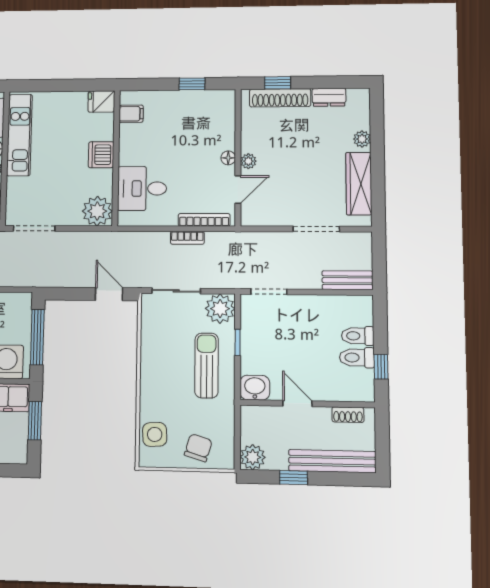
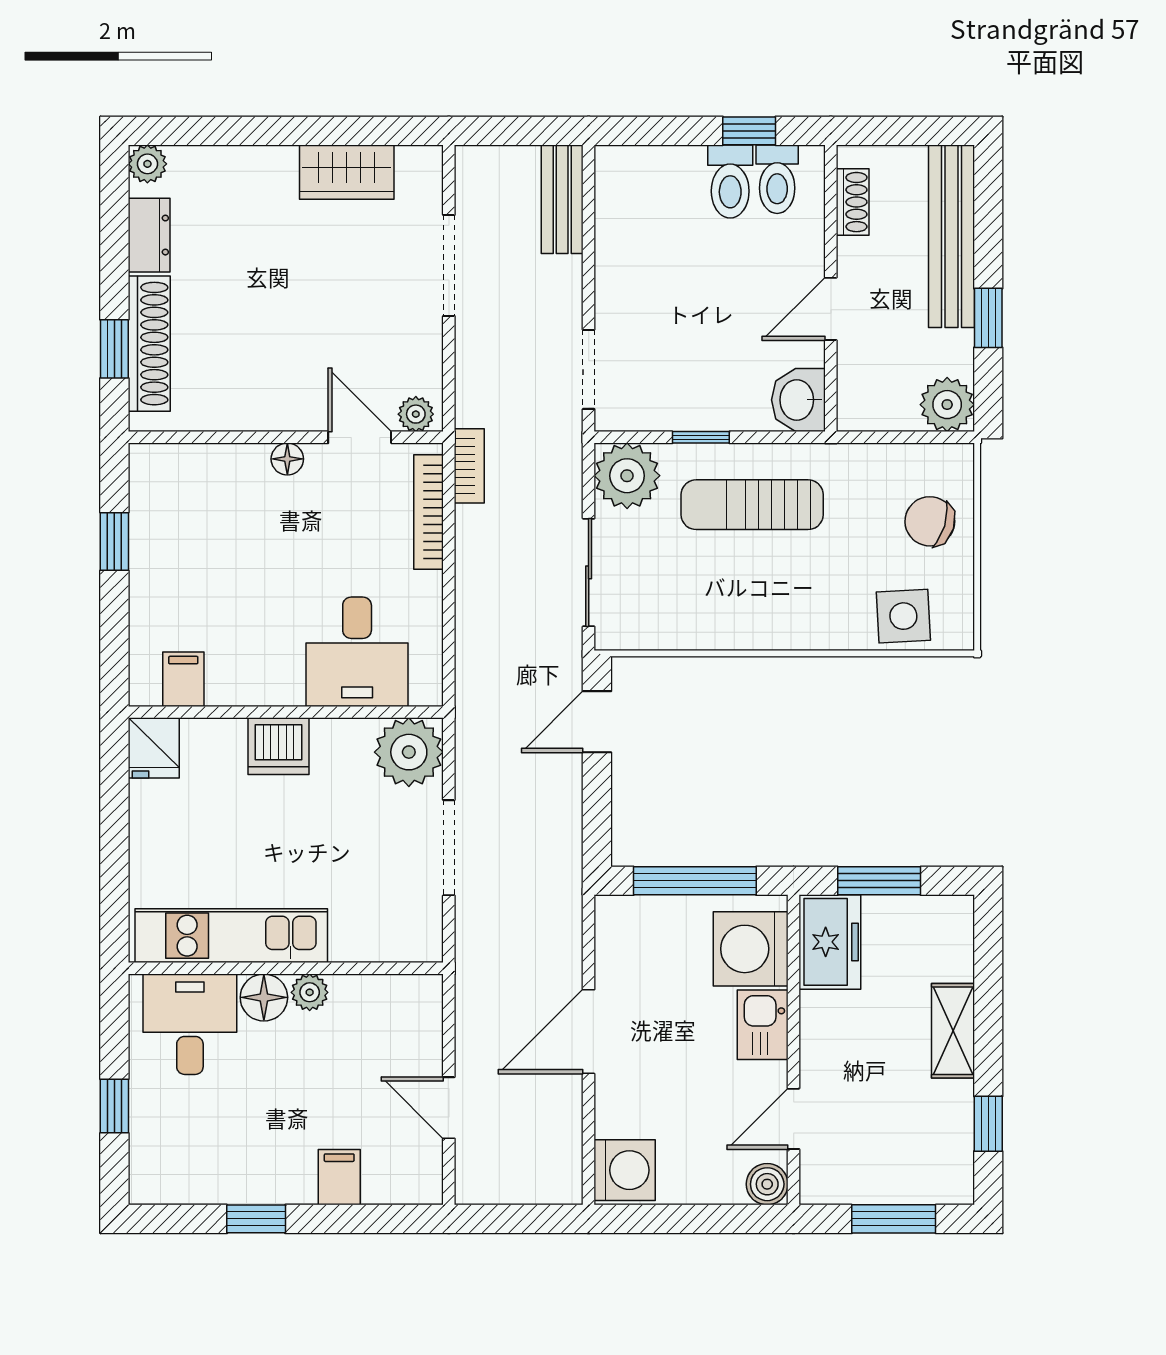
plant: (362, 139) -> (147, 164), moved
plant: (248, 161) -> (416, 414), moved
wardrobe: (359, 184) -> (347, 172), width x0.67
doorway: (34, 228) -> (449, 848), moved
bookcase: (187, 238) -> (469, 466), moved
toilet: (358, 336) -> (777, 179), moved

